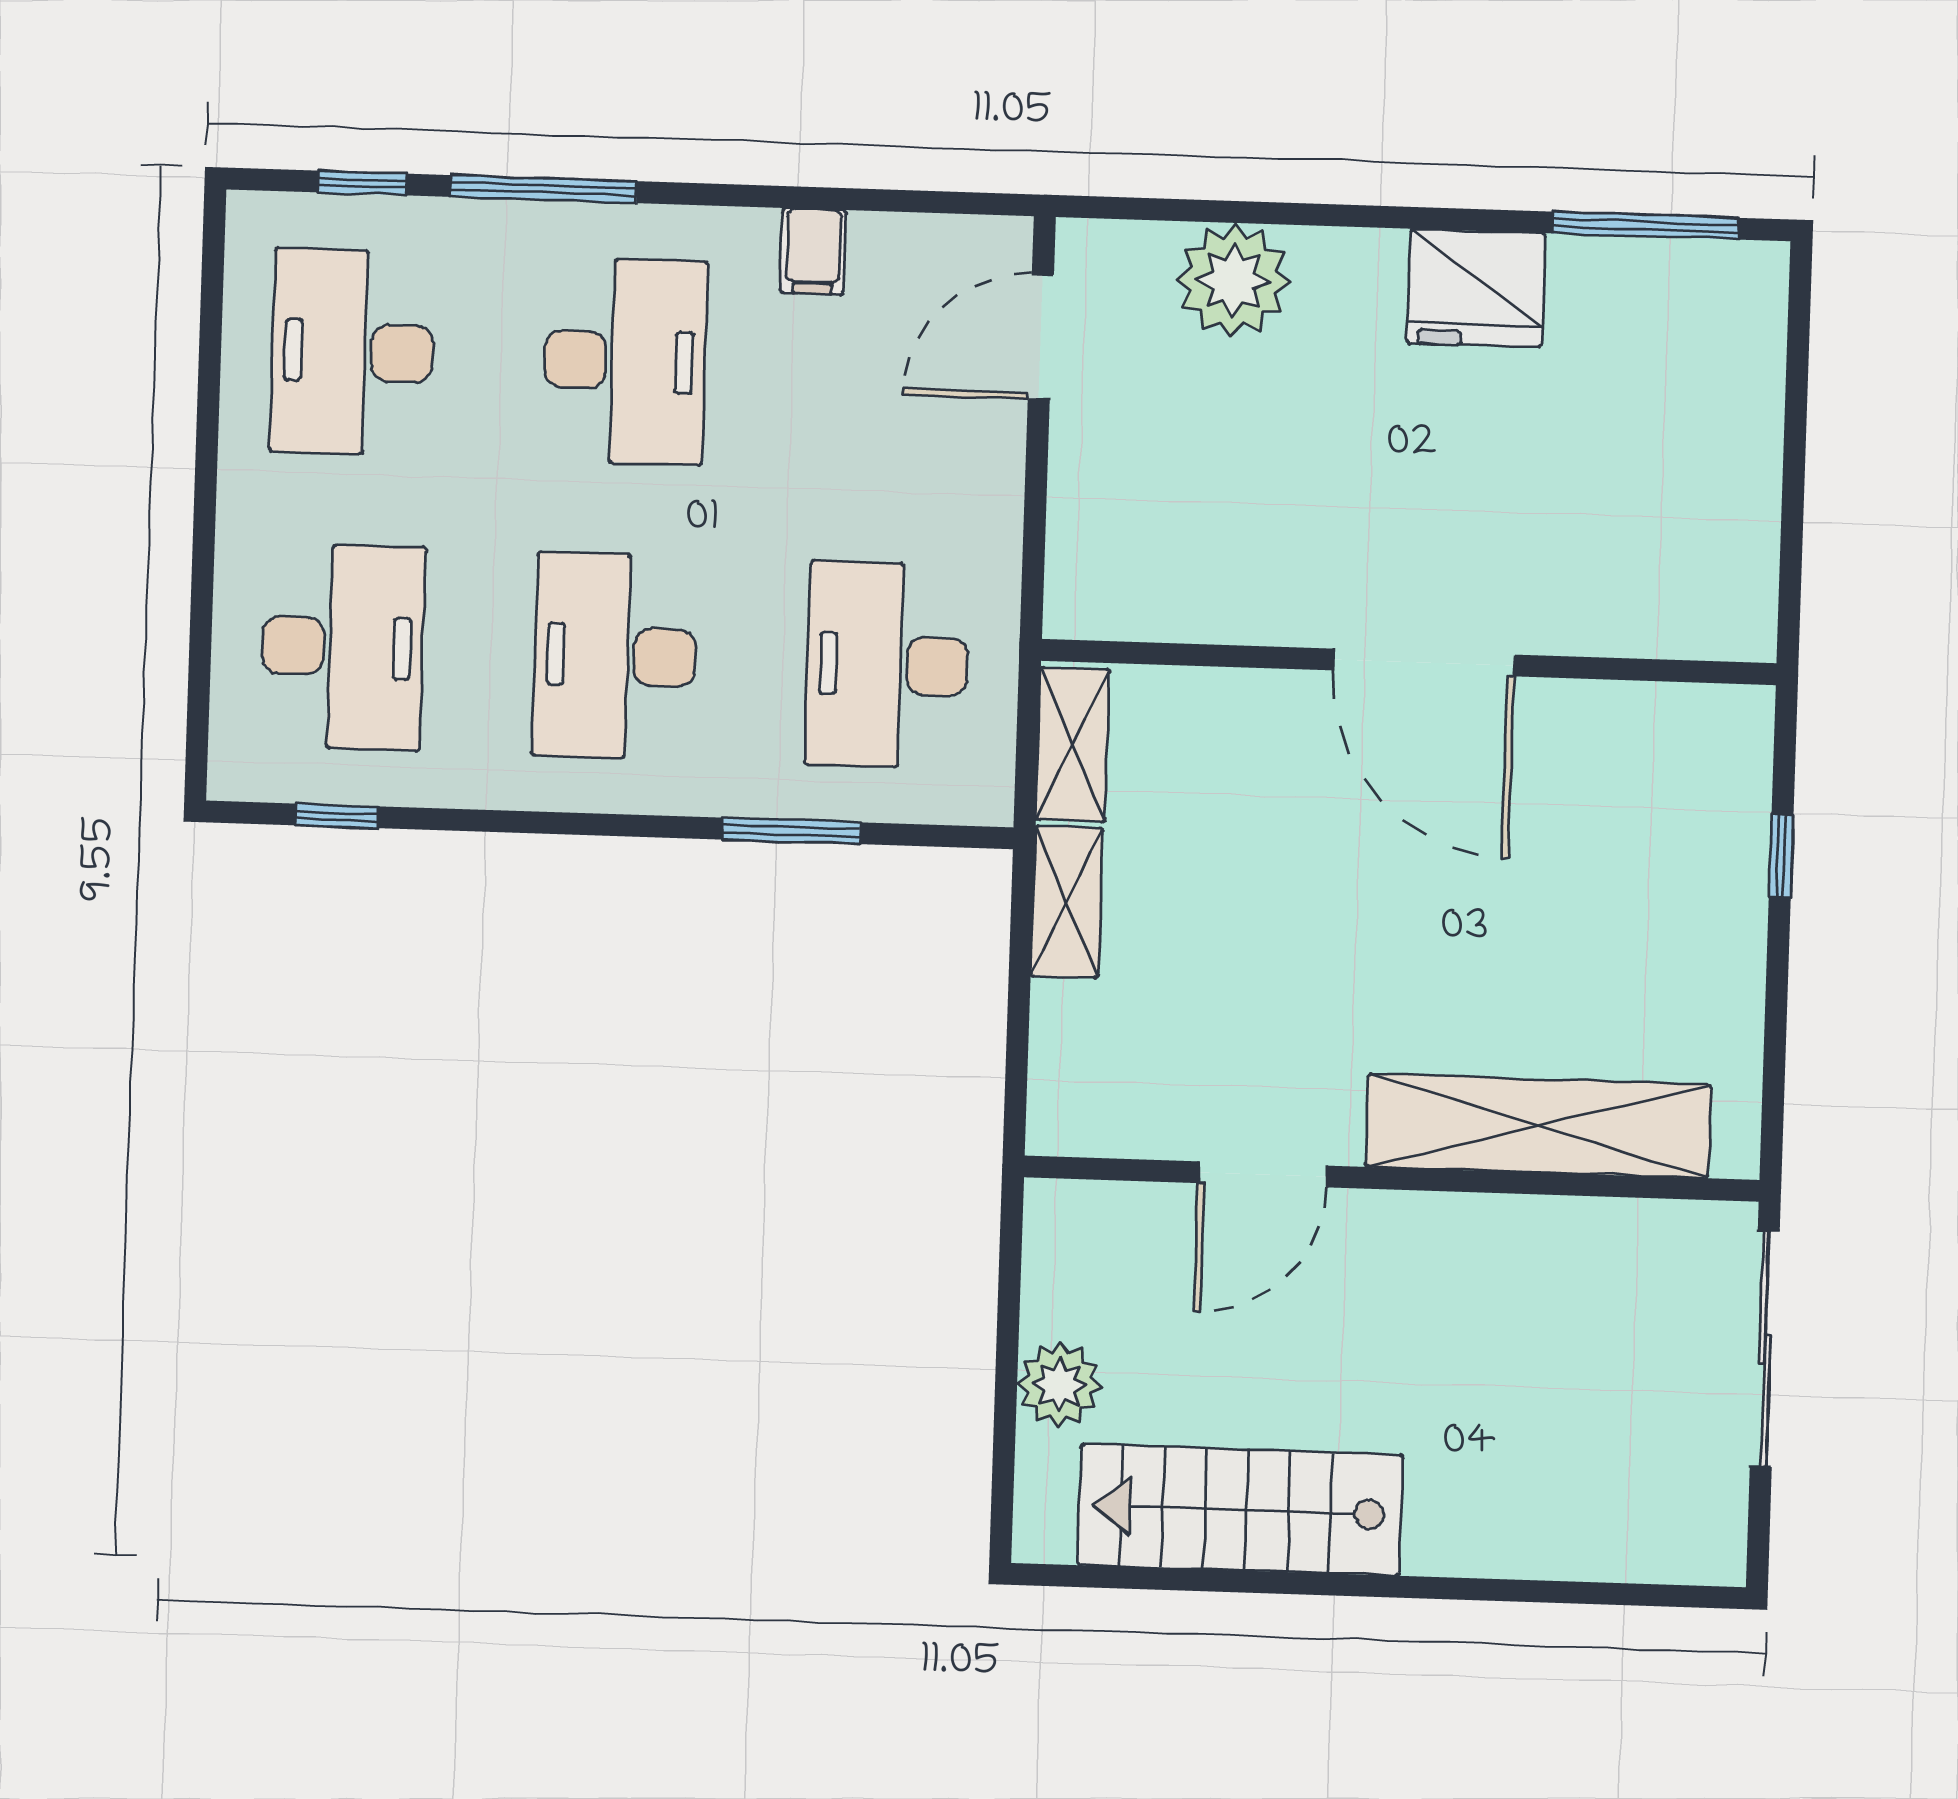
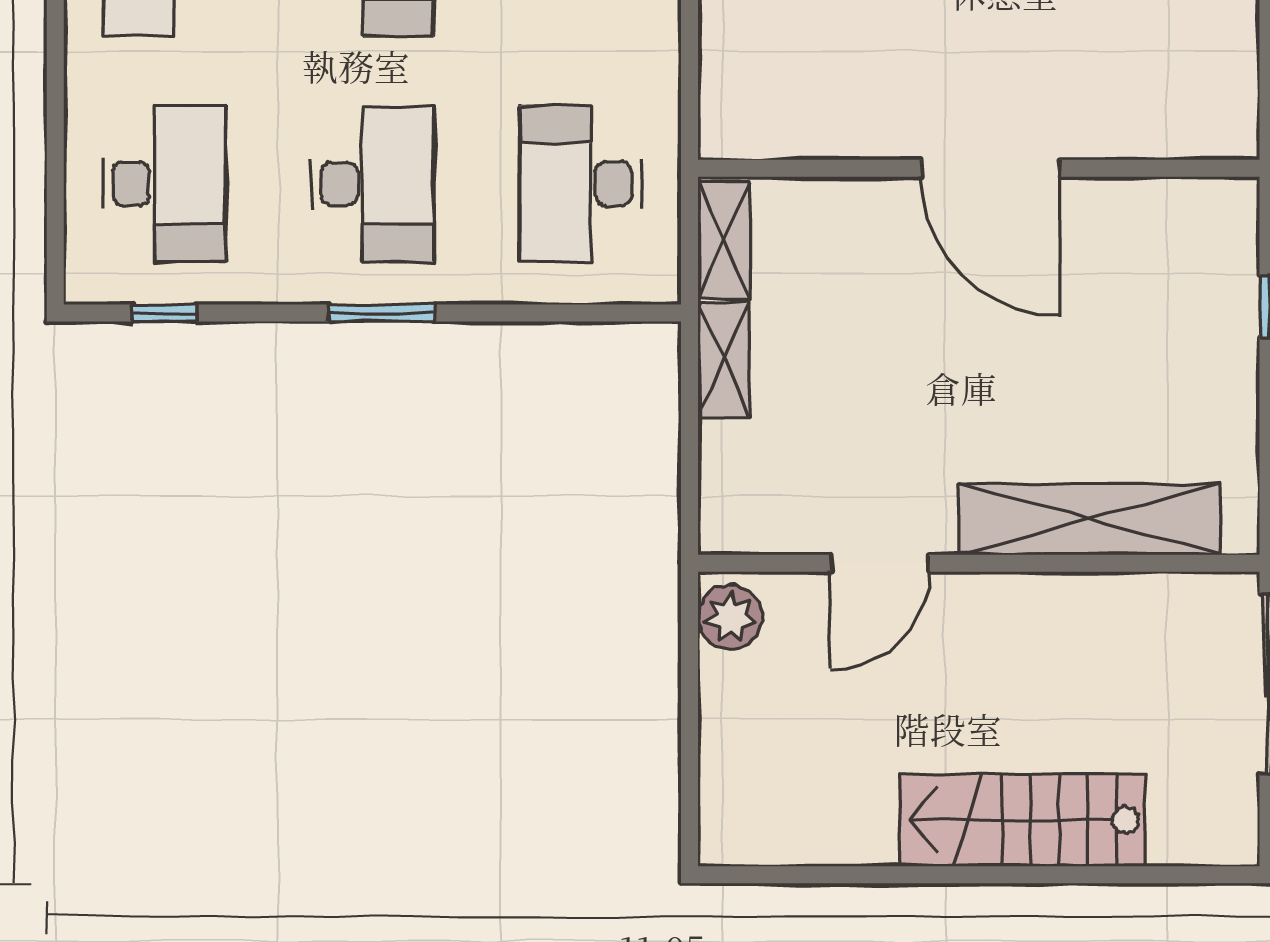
desk: (615, 656) -> (372, 184), turned 180
window: (792, 831) -> (381, 313), moved
plant: (1059, 1385) -> (730, 617), moved
stairs: (1240, 1510) -> (1022, 820), moved

